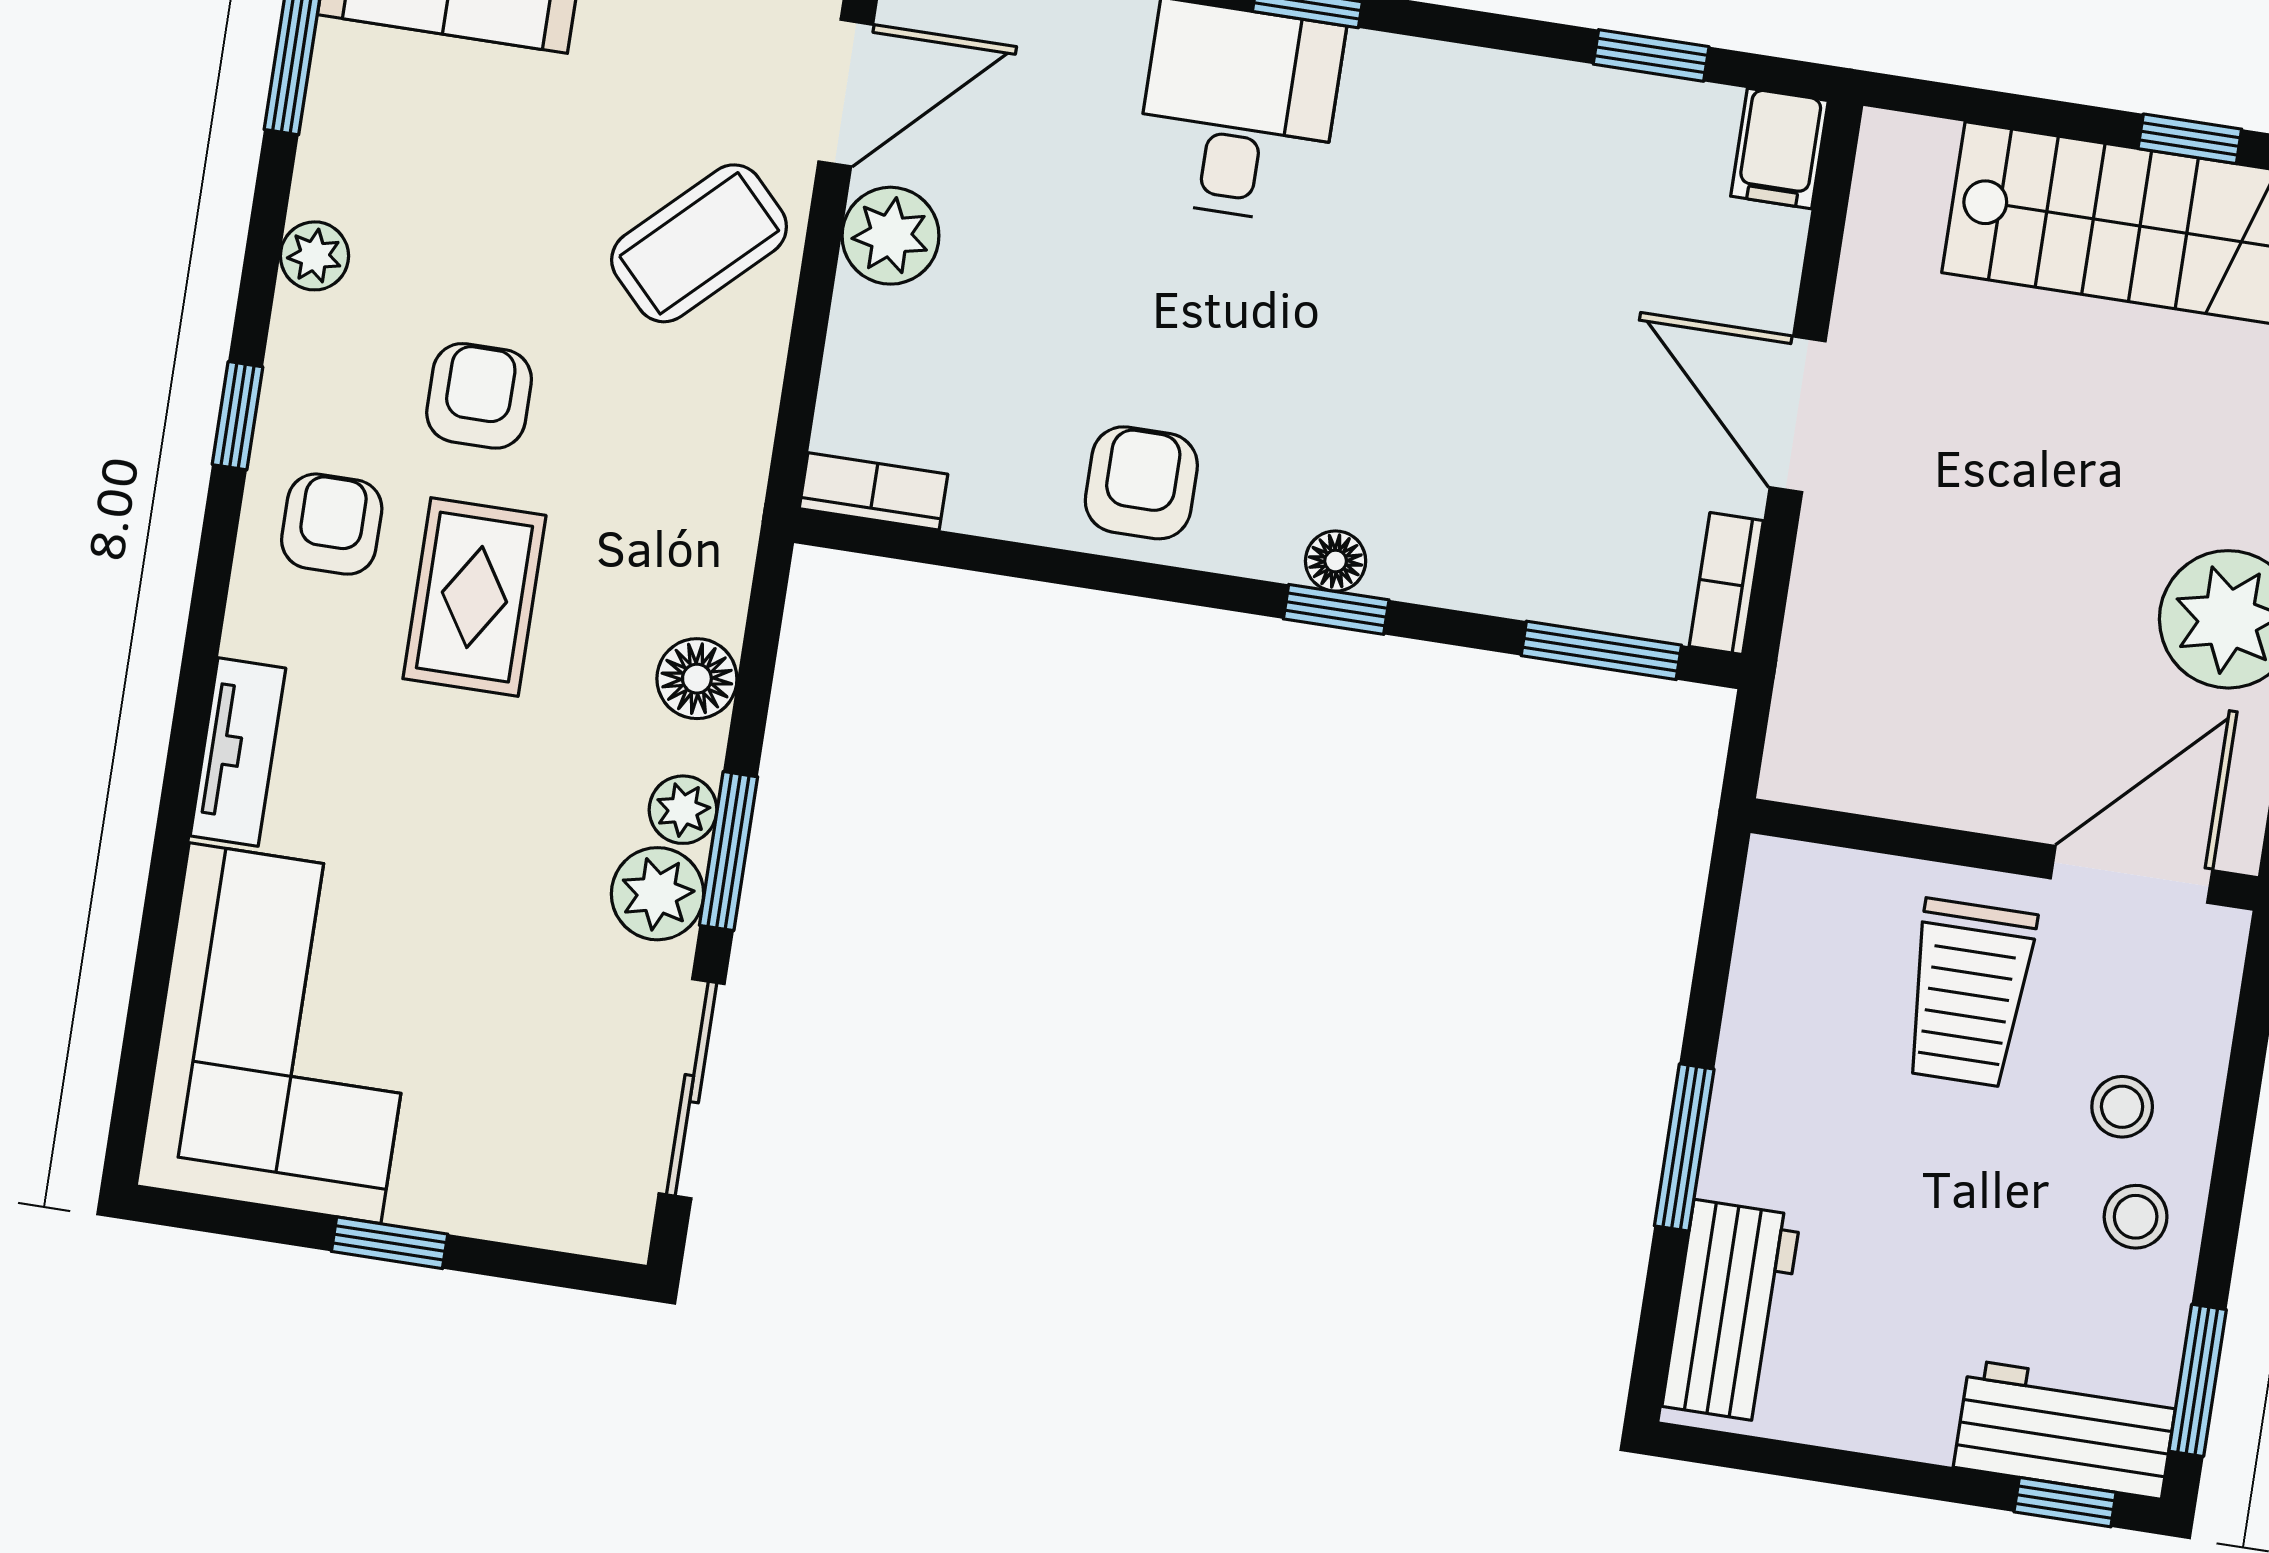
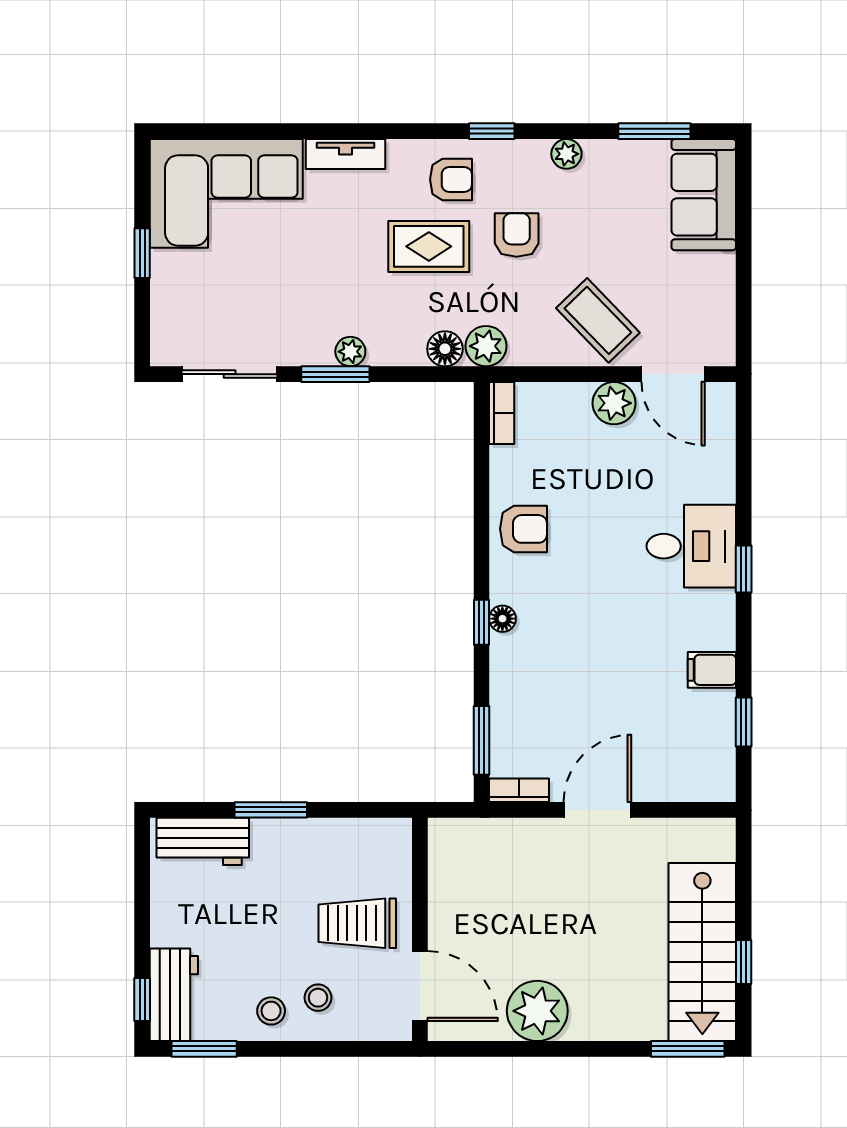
filing cabinet: (1780, 148) -> (712, 670), moved
armchair: (479, 396) -> (517, 235), turned -90
floor lamp: (697, 679) -> (445, 349), moved
plant: (657, 894) -> (486, 346), moved

